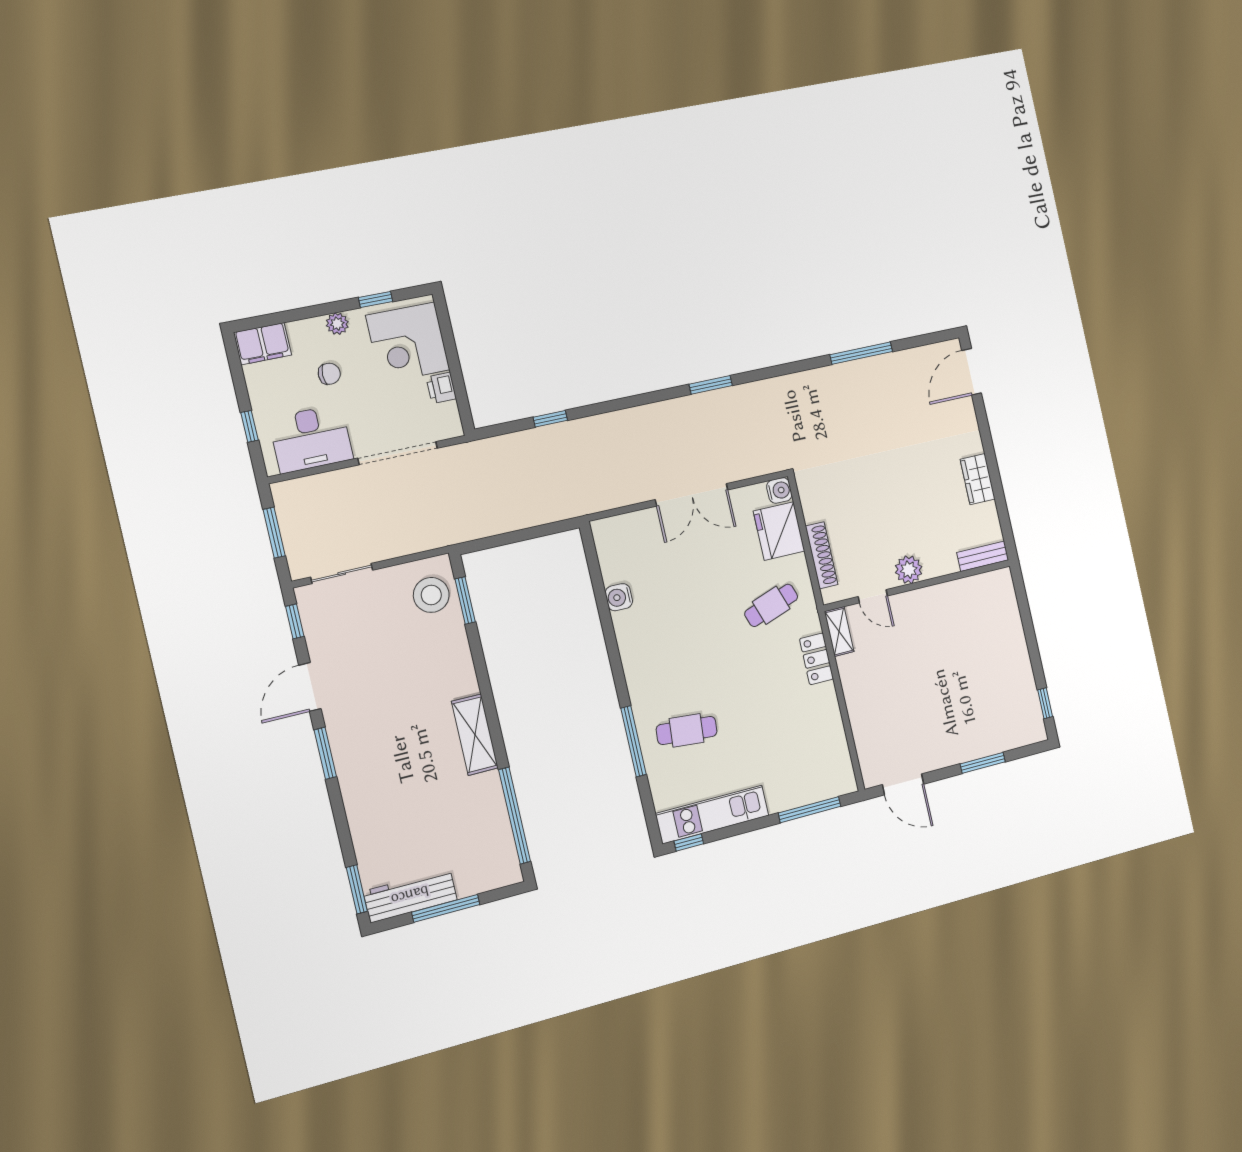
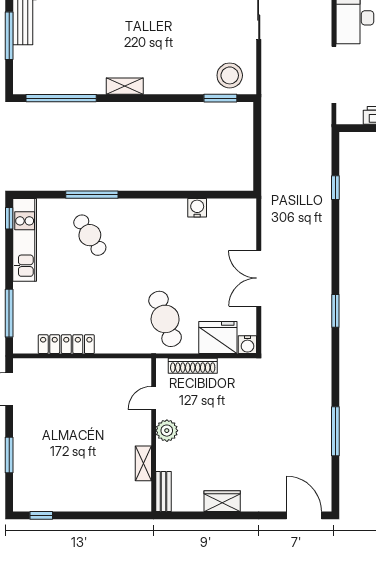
cafe table: (771, 605) -> (165, 319), width x1.37, depth x1.35
shelving: (839, 632) -> (143, 463), moved, turned 90
locker: (817, 659) -> (66, 344), moved, width x1.53
cafe table: (687, 730) -> (90, 235), turned -38
shelving: (475, 735) -> (125, 86), width x0.67, depth x0.75

